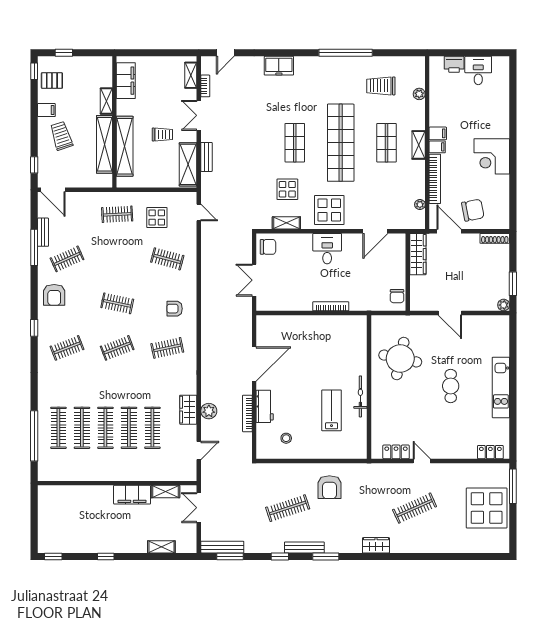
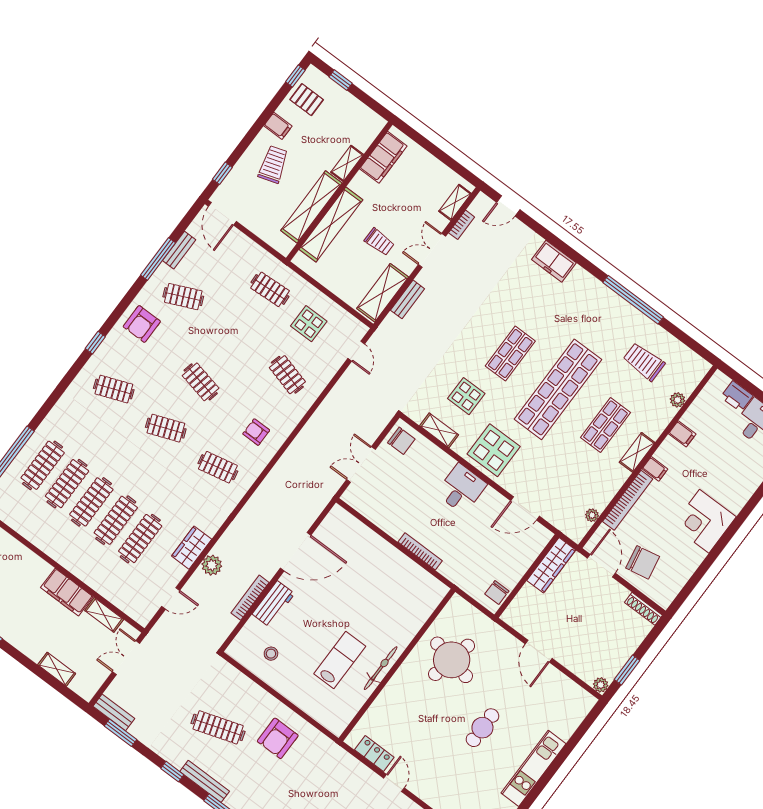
filing cabinet: (438, 133) -> (682, 434), moved
bench: (222, 547) -> (114, 712), width x0.73

